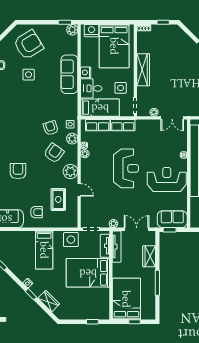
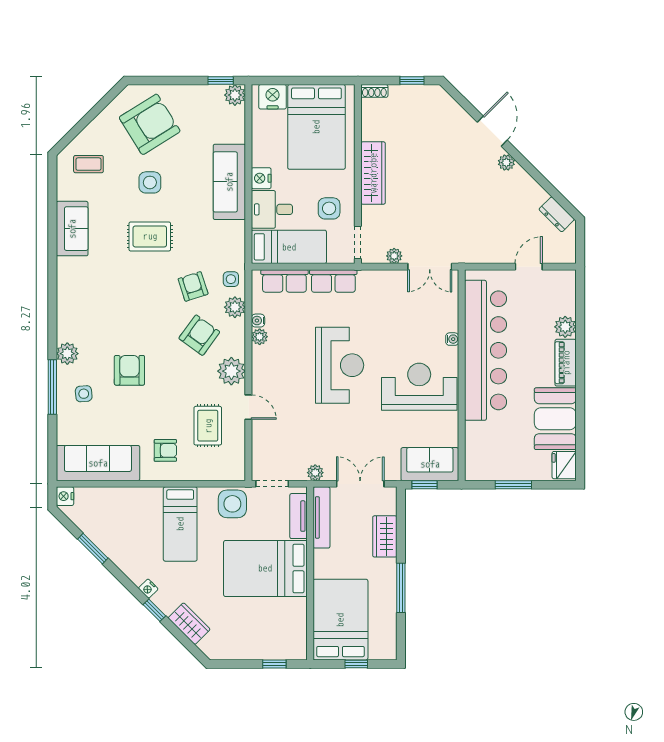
rug: (28, 102) -> (150, 236), added

